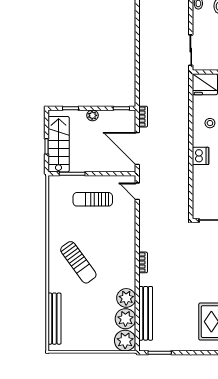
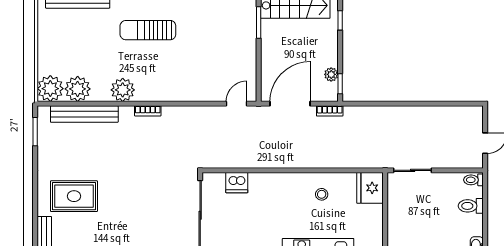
plant: (93, 115) -> (331, 74), moved
dishwasher: (201, 156) -> (237, 183), moved
sun lounger: (93, 199) -> (227, 48), removed
sun lounger: (78, 262) -> (148, 30), turned 36
plant: (126, 298) -> (123, 90), moved

